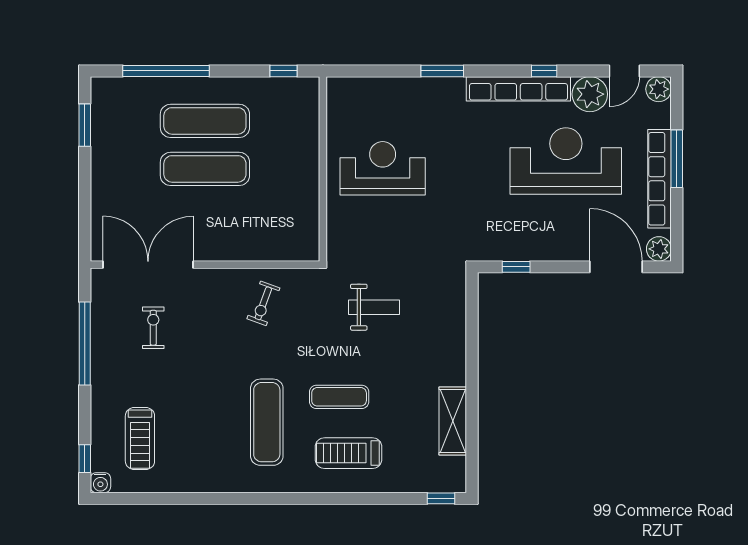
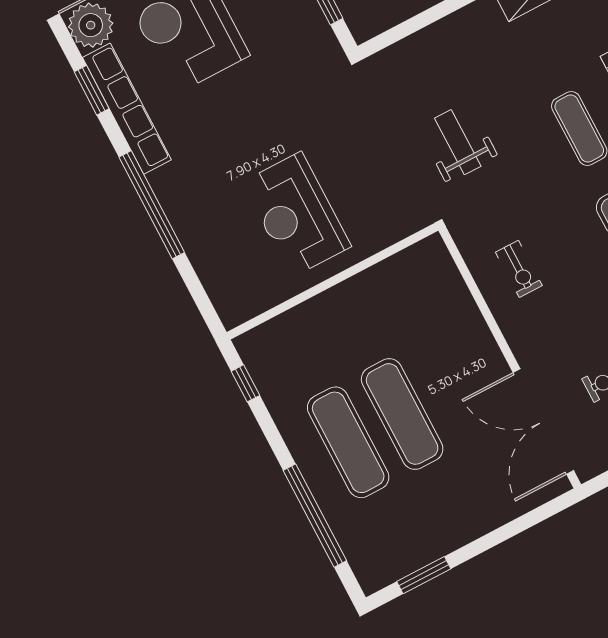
window: (442, 71) -> (152, 205), width x2.11
window: (544, 71) -> (92, 90), width x1.50
exercise bike: (263, 303) -> (519, 269), turned 70

